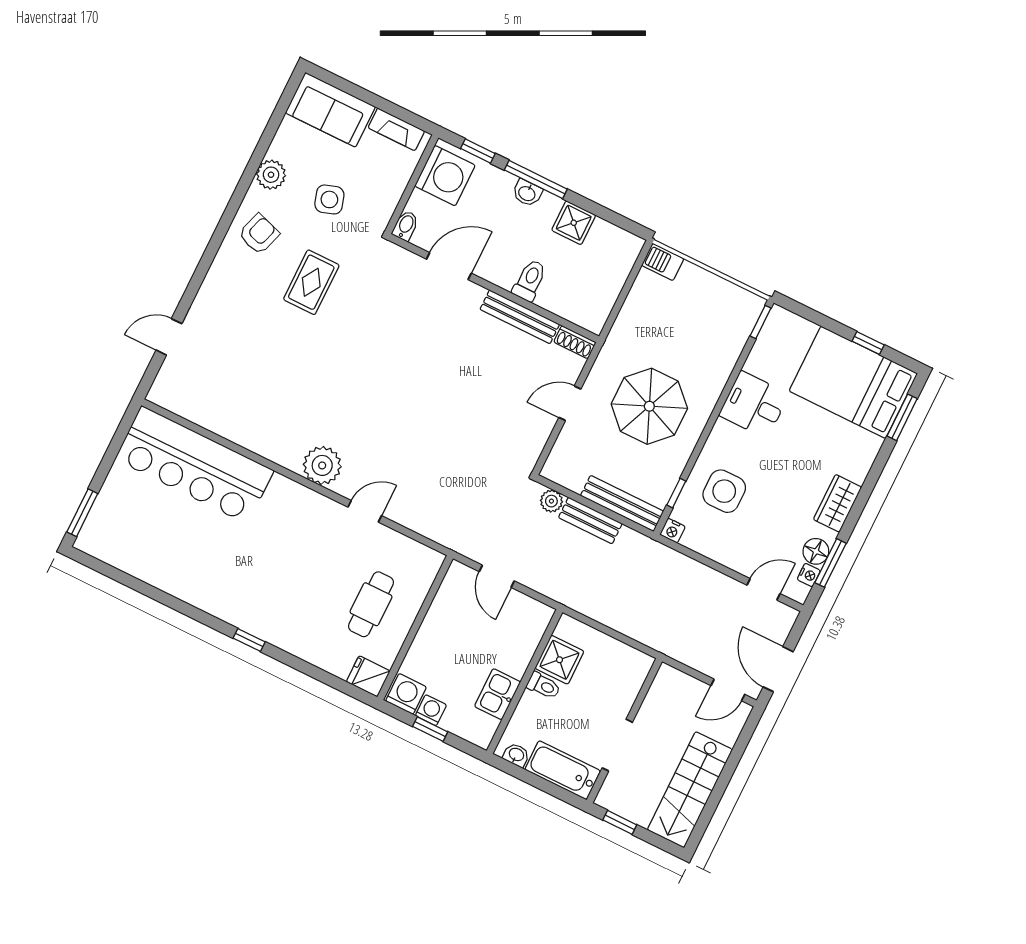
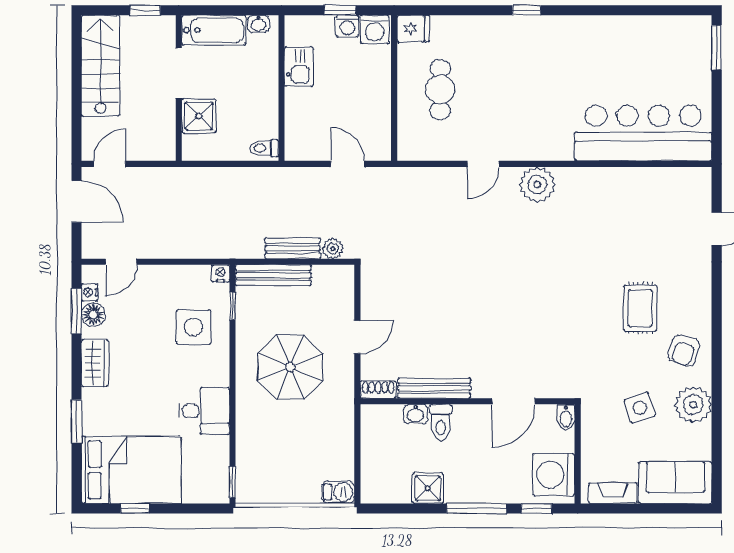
plant: (271, 175) -> (693, 405), width x1.36, depth x1.36
washbasin: (527, 193) -> (416, 414), moved, turned 180
rug: (311, 282) -> (640, 308), moved
window: (902, 417) -> (76, 421), moved
shower: (559, 660) -> (199, 116), moved
toilet: (543, 686) -> (264, 148), moved

